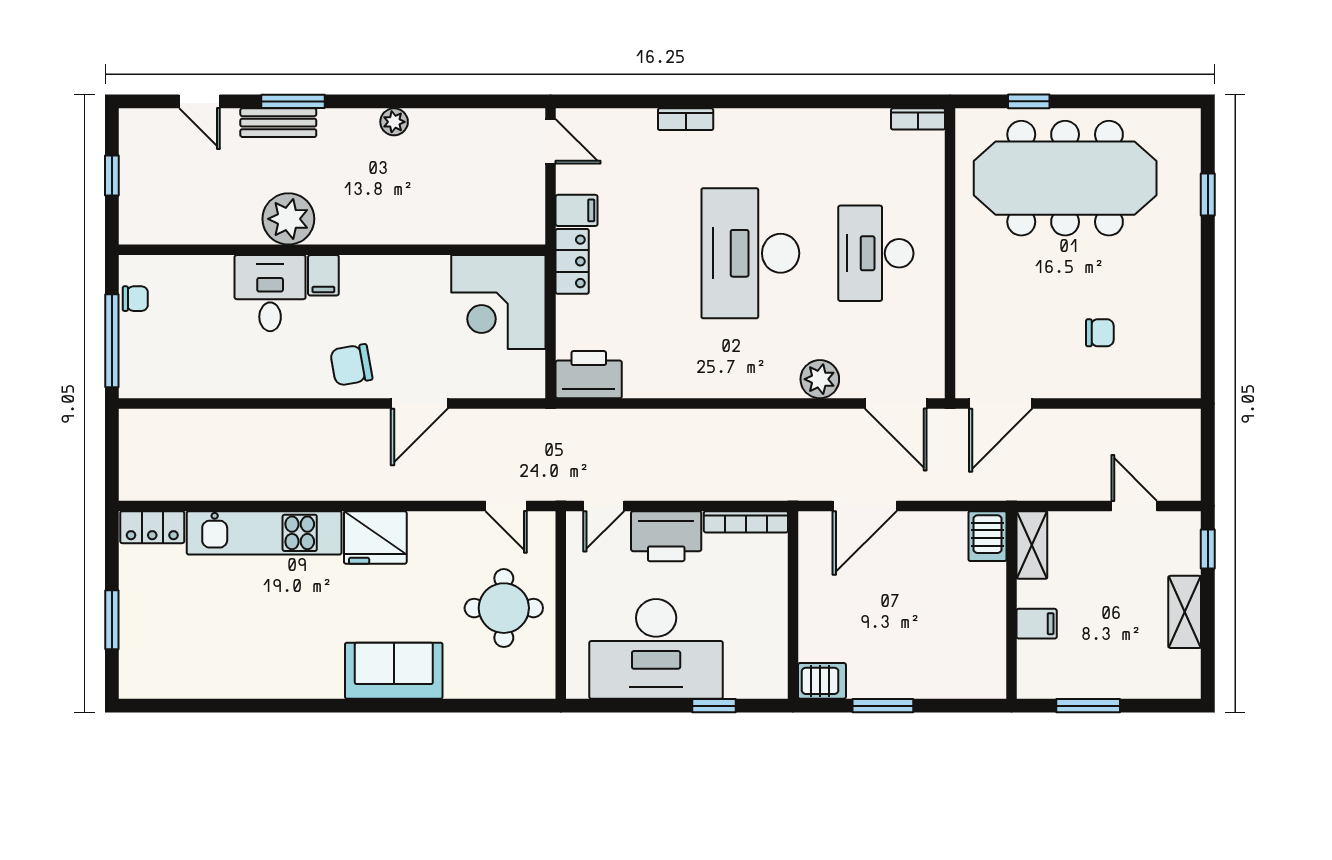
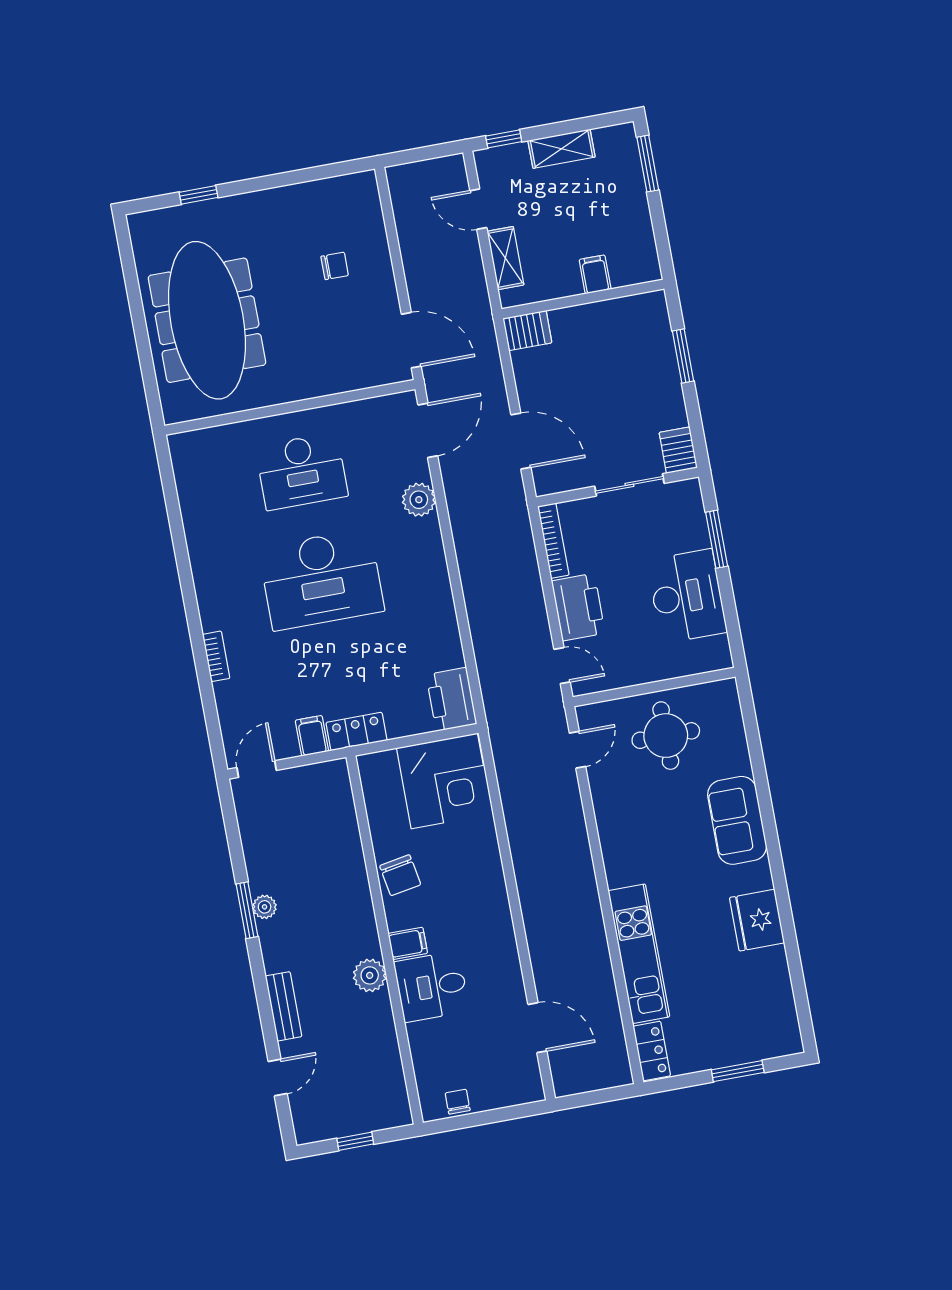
window: (293, 101) -> (247, 910), moved
window: (1029, 101) -> (147, 364), removed
bookcase: (918, 119) -> (179, 456), removed
plant: (288, 219) -> (370, 975), width x0.73, depth x0.73
corner desk: (498, 302) -> (444, 781), moved
chair: (1100, 333) -> (335, 266), turned 90
window: (112, 341) -> (498, 1115), removed
chair: (351, 365) -> (400, 875), moved
door: (419, 404) -> (537, 1028), moved
door: (1134, 506) -> (478, 209), hinge flipped
fridge: (375, 537) -> (757, 920), moved, turned 180
shelving: (1032, 545) -> (505, 258), moved, turned 90
sliding door: (793, 619) -> (629, 485), added
desk: (656, 649) -> (687, 596), width x0.73, depth x0.77
window: (714, 706) -> (717, 539), width x1.50
window: (883, 706) -> (683, 356), moved
window: (1088, 706) -> (648, 164), moved

